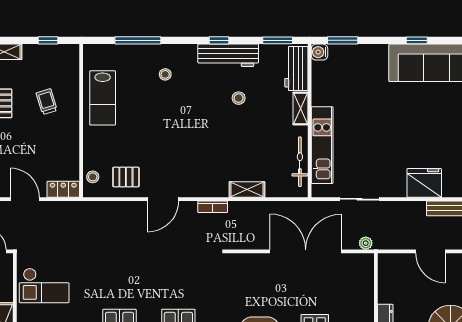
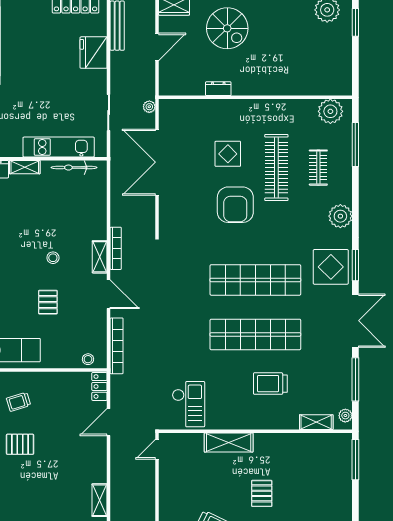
stool: (239, 98) -> (53, 258), moved
pallet: (126, 177) -> (48, 302), moved
shelving: (247, 190) -> (100, 257), moved
bookcase: (213, 207) -> (116, 248), width x1.56
bookcase: (107, 208) -> (117, 346), added

